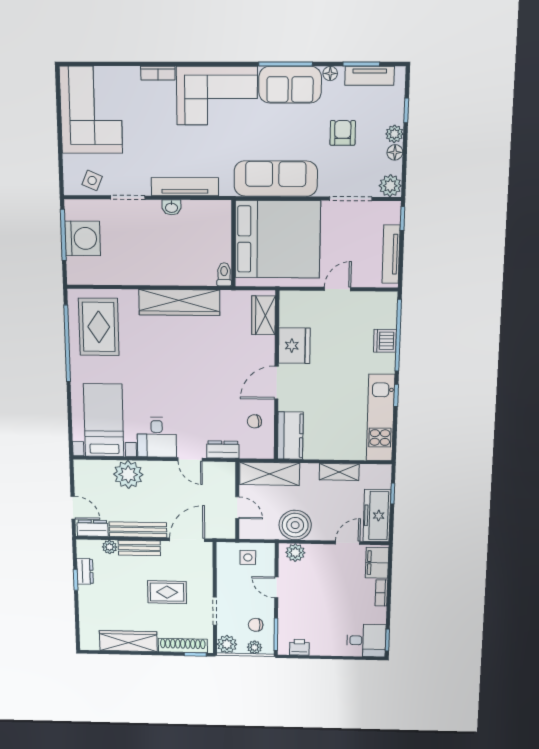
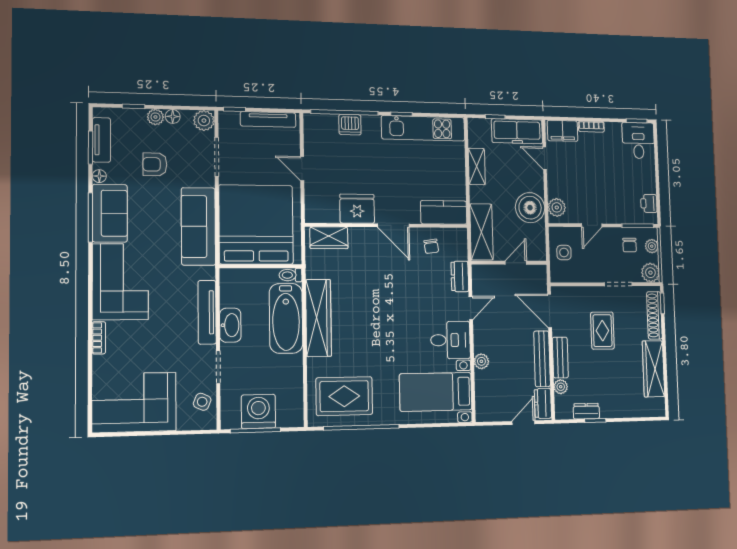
washbasin: (171, 207) -> (230, 325), width x1.91, depth x1.45
bathtub: (179, 269) -> (286, 318), added
plant: (128, 474) -> (481, 361), width x0.53, depth x0.53

